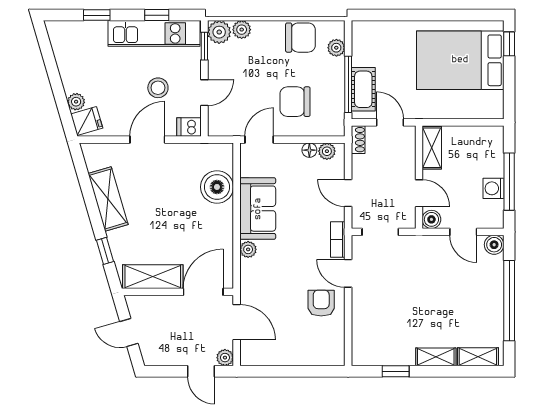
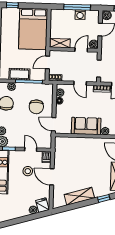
bed: (460, 60) -> (33, 29), moved
cot: (363, 89) -> (19, 74), moved
boiler: (217, 187) -> (75, 145), removed
door: (348, 193) -> (80, 83), hinge flipped

